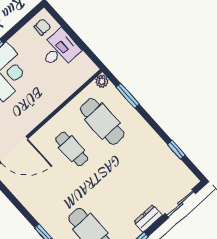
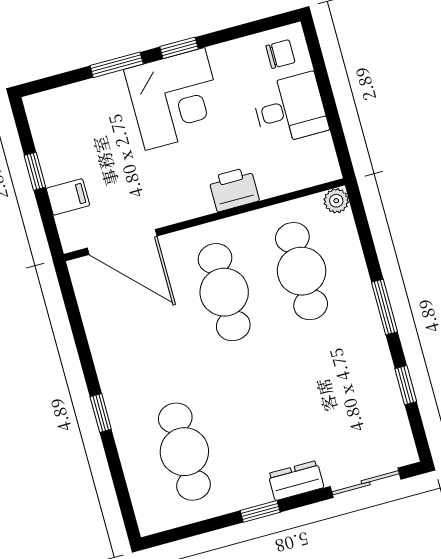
window: (128, 96) -> (385, 307), moved
printer: (52, 100) -> (234, 189), added
cafe table: (72, 149) -> (224, 292), width x1.37, depth x1.35

